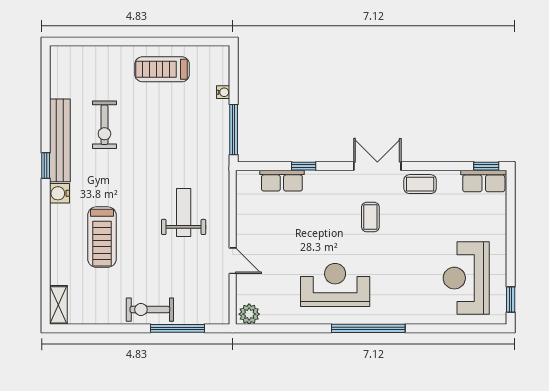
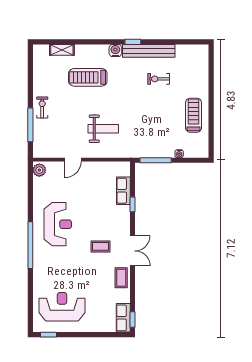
exercise bike: (104, 125) -> (159, 79), width x0.73, depth x0.72
shelving: (58, 305) -> (62, 50), moved
exercise bike: (150, 310) -> (42, 108), width x0.73, depth x0.72

